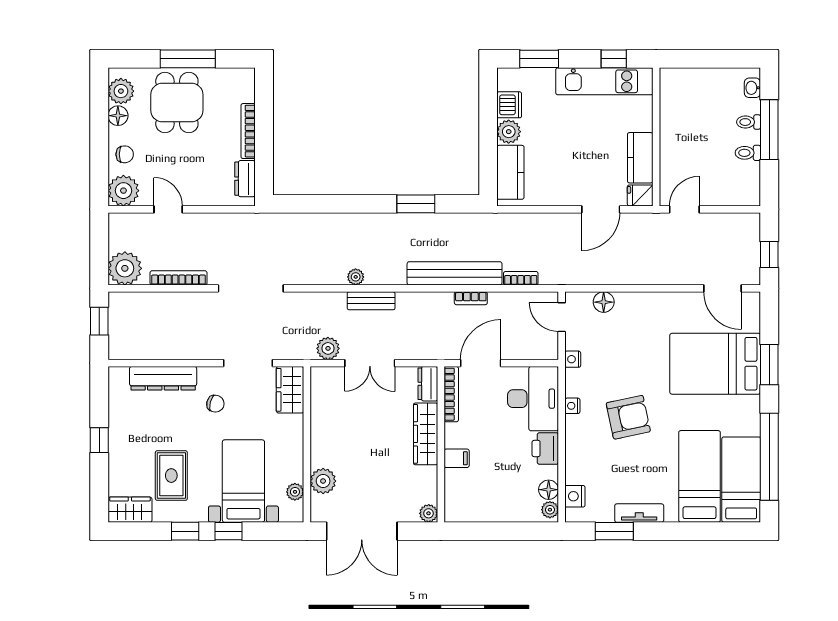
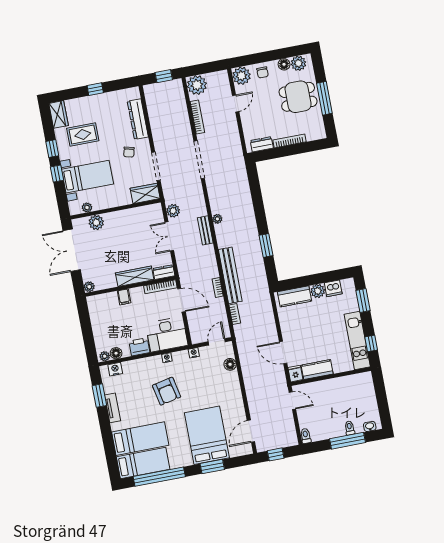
toilet: (748, 153) -> (306, 436), moved

